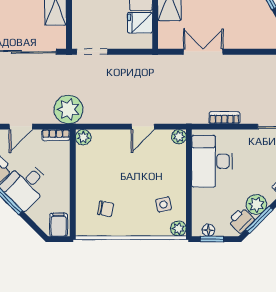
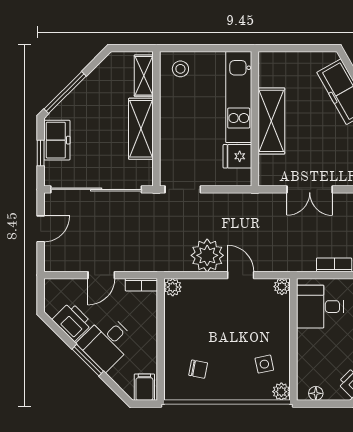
double door: (203, 52) -> (310, 189), swing flipped
plant: (68, 109) -> (207, 255), moved
door: (143, 127) -> (241, 275), swing flipped
desk: (212, 161) -> (320, 307), width x0.73
window: (212, 239) -> (320, 404), removed

